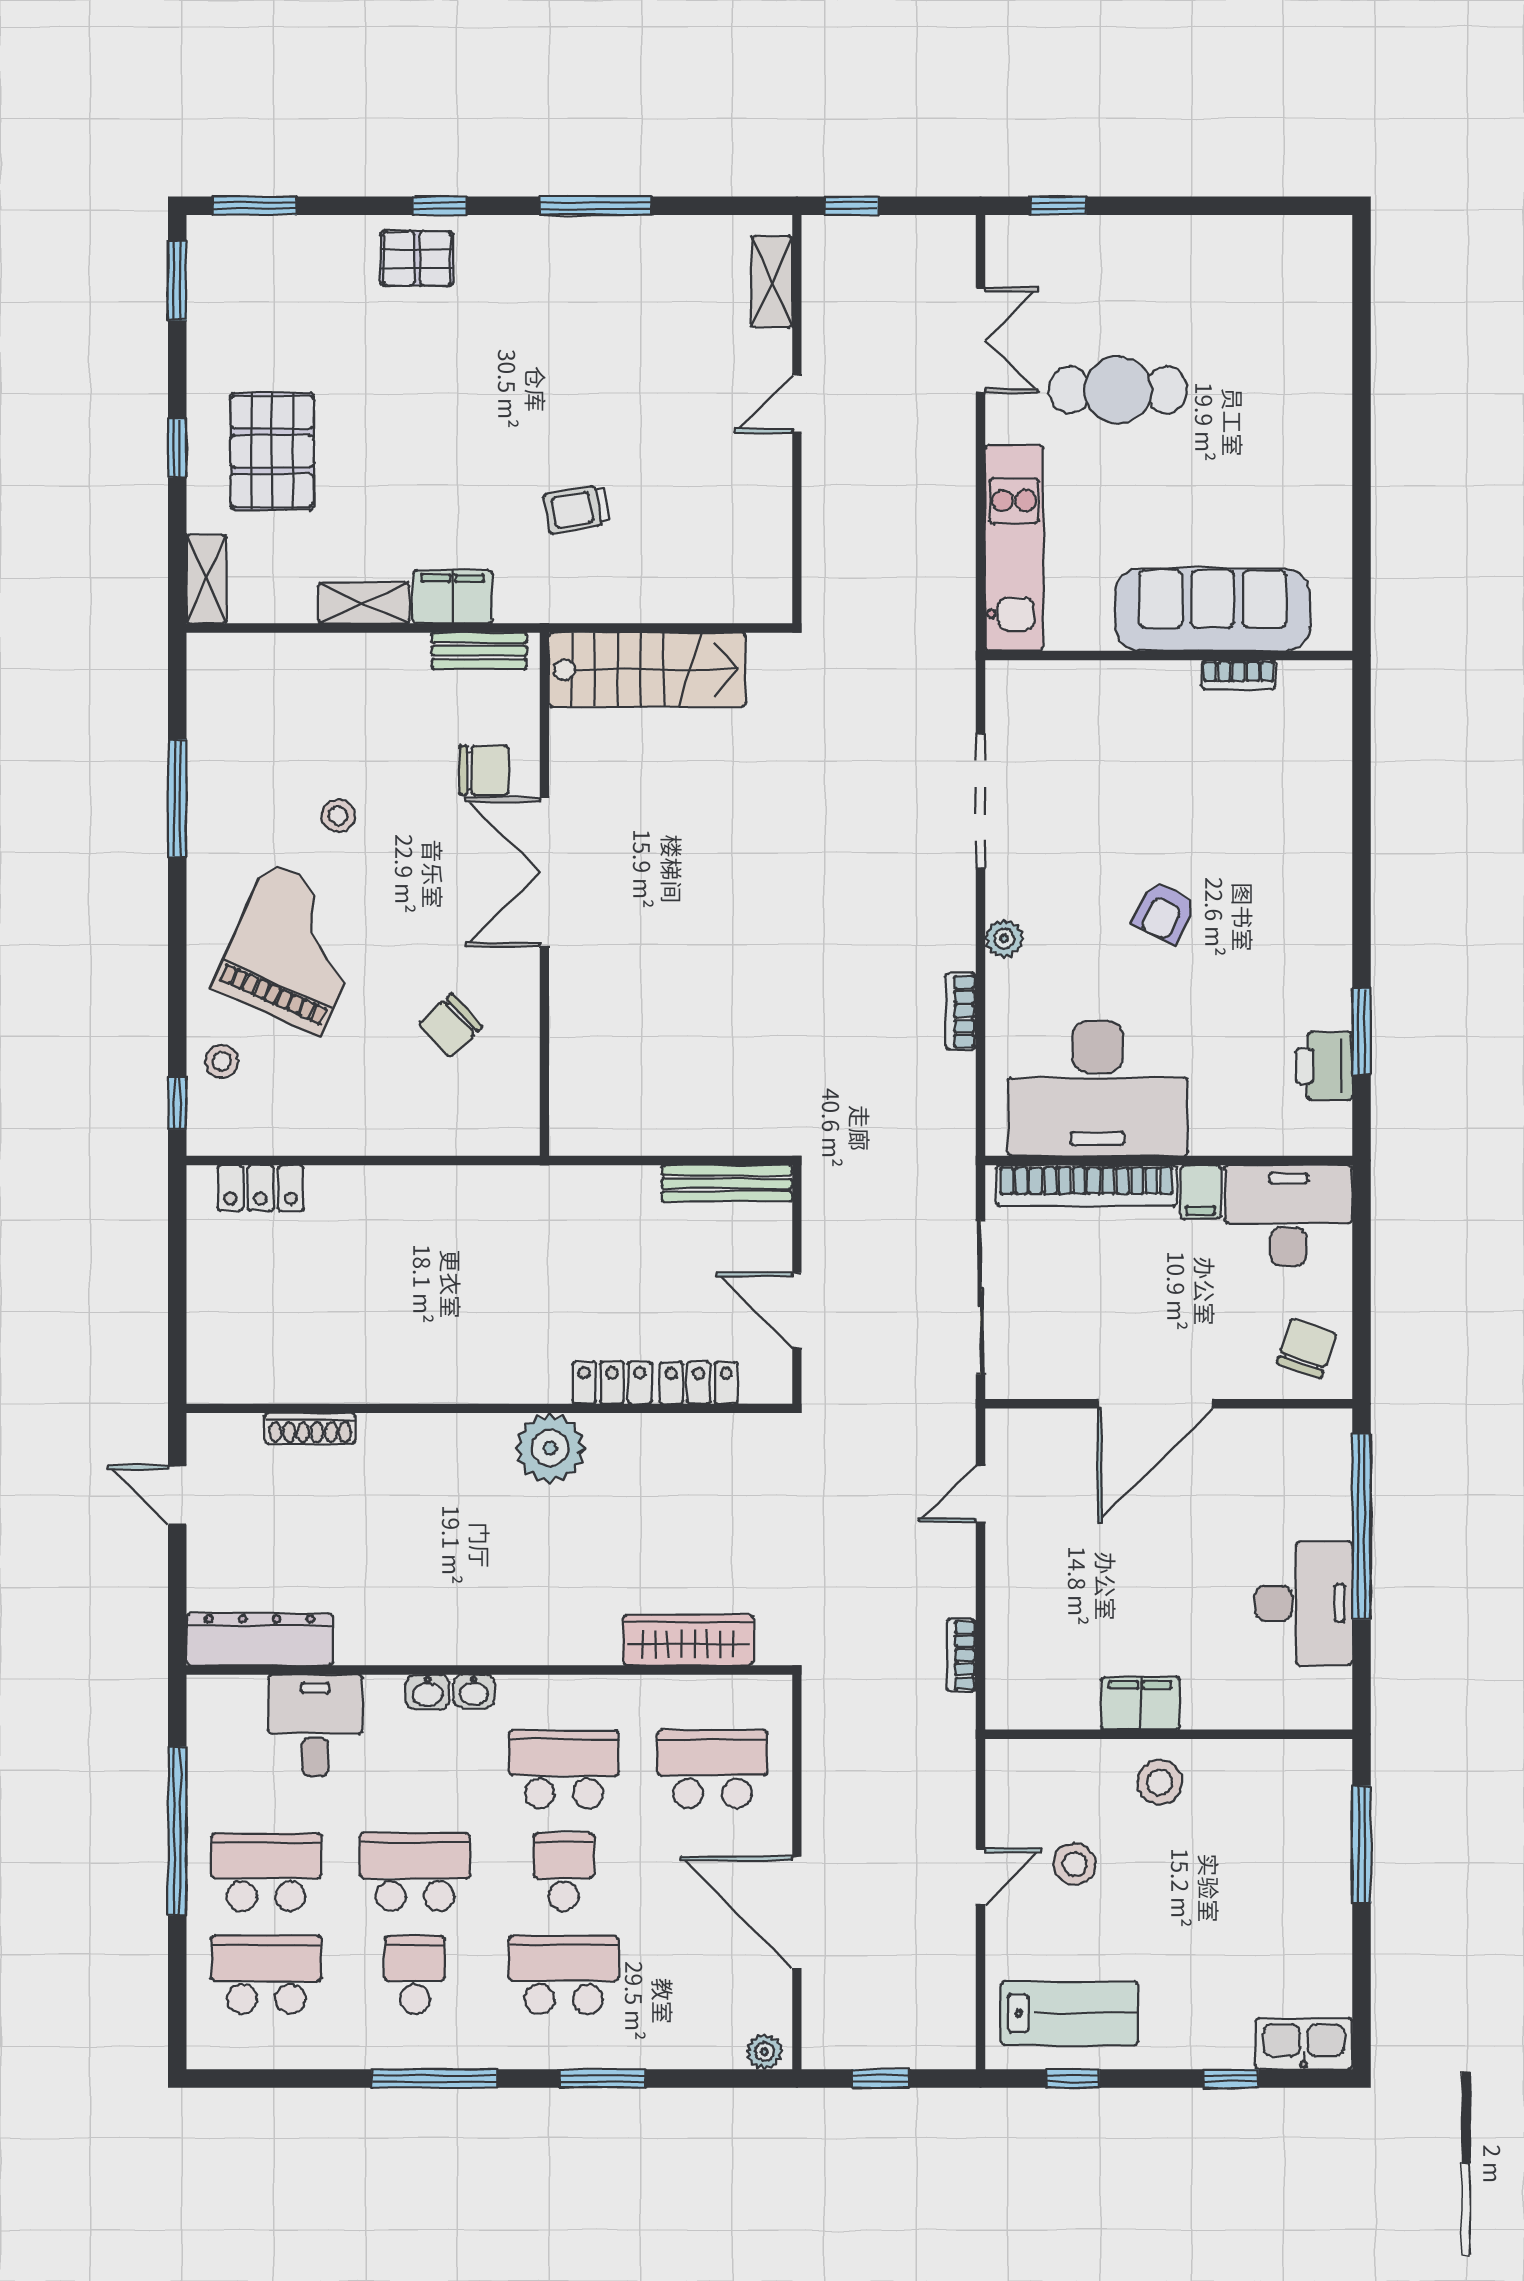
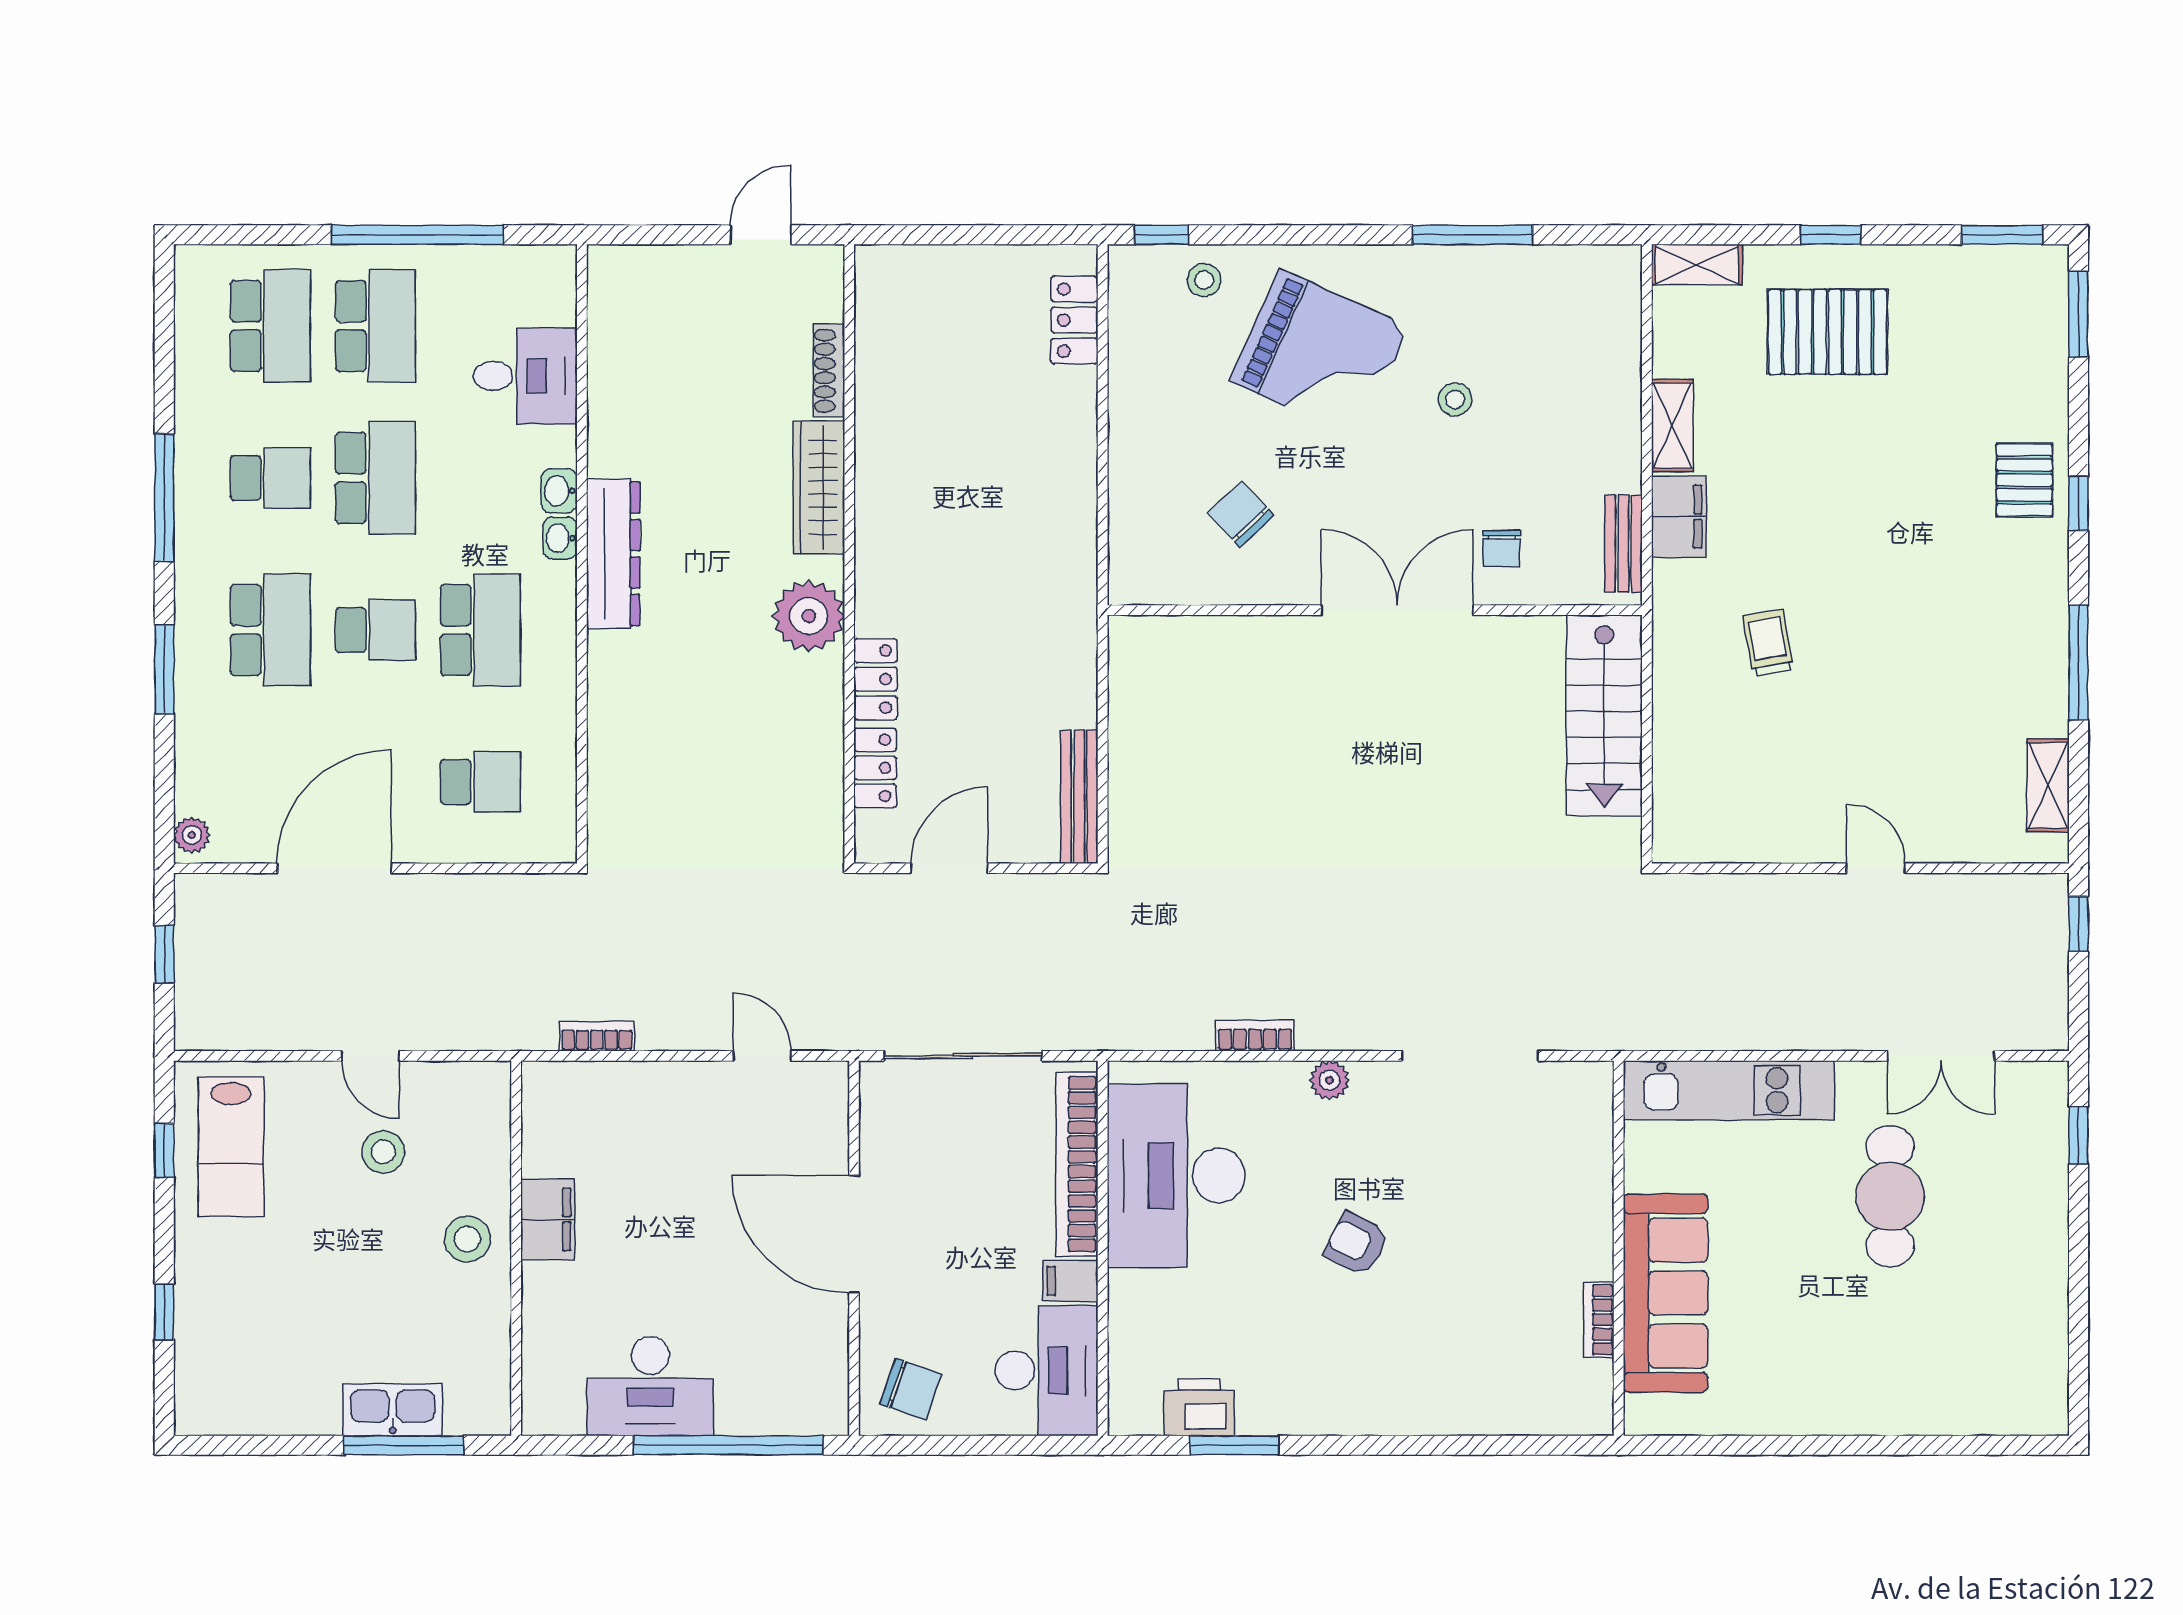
shelving: (772, 282) -> (2048, 785), moved, turned 90
chair: (484, 770) -> (1501, 549), width x0.73, depth x0.73
dresser: (260, 1639) -> (613, 554), moved
wardrobe: (688, 1640) -> (819, 487), moved, turned 180
school desk: (712, 1769) -> (480, 782), width x0.54
kitchen sink: (1304, 2044) -> (393, 1410), moved, turned -90

